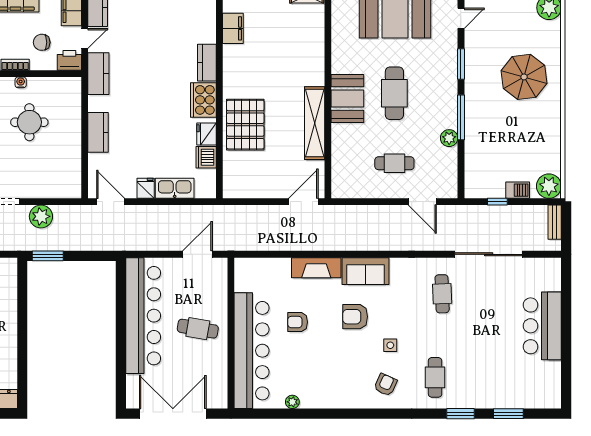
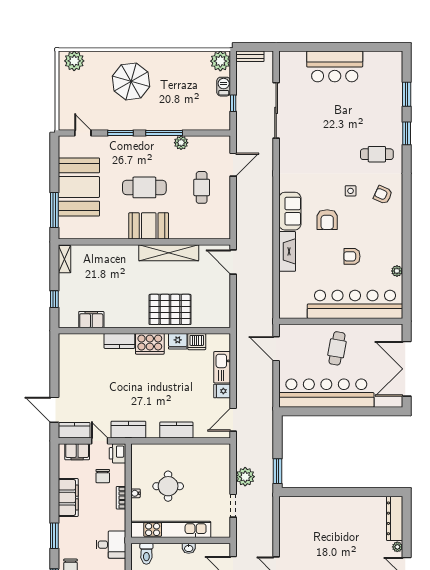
cafe table: (442, 294) -> (308, 148), removed
armchair: (298, 322) -> (352, 256), moved, turned 90

